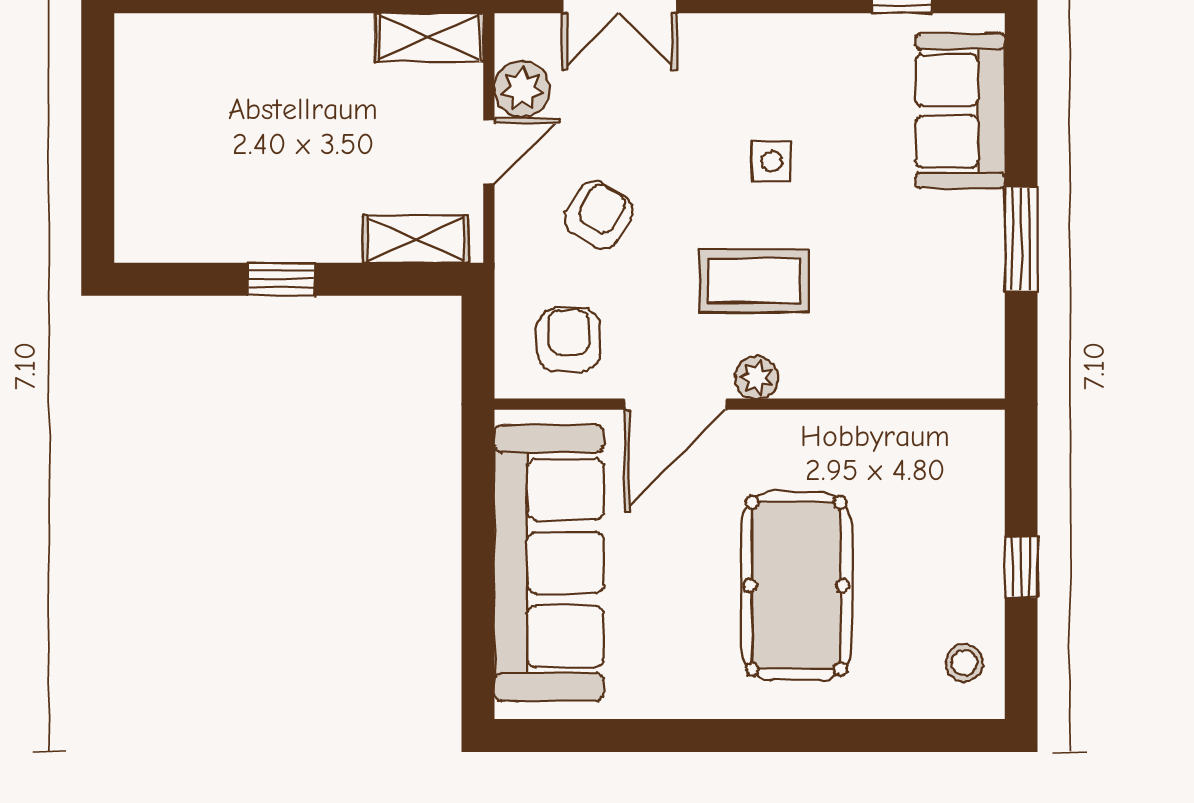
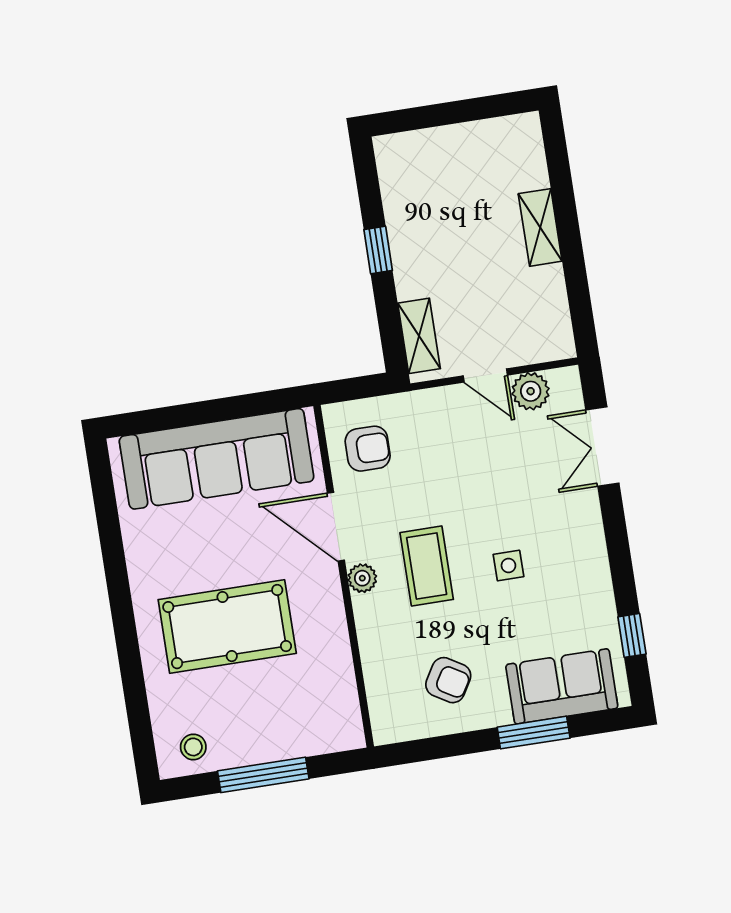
shelving: (429, 38) -> (540, 227), moved
armchair: (598, 215) -> (448, 680), moved
window: (1021, 239) -> (534, 733), moved
window: (1021, 567) -> (263, 775), width x2.17

